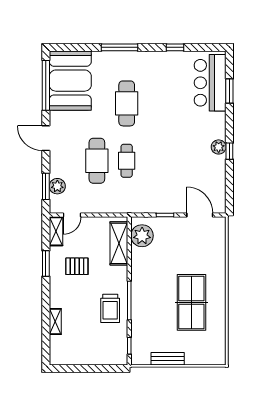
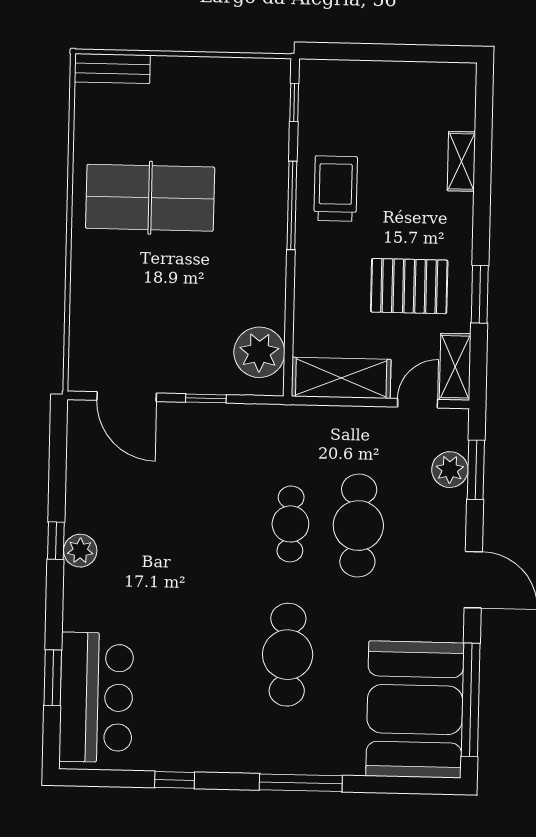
shelving: (119, 243) -> (341, 378), moved, turned 90
pallet: (77, 266) -> (409, 286), width x1.50, depth x1.42
table tennis table: (191, 302) -> (150, 198), turned 90
bench: (168, 359) -> (112, 69), moved

